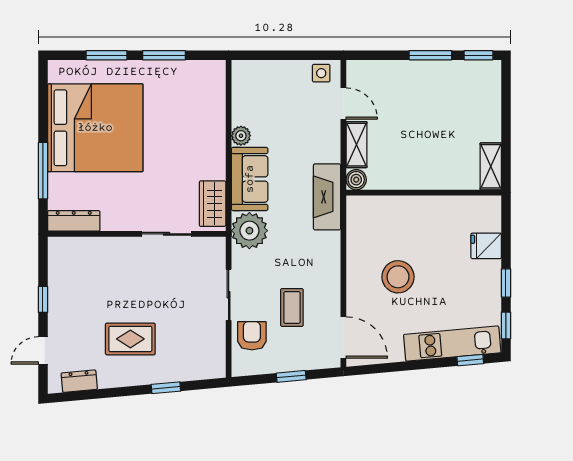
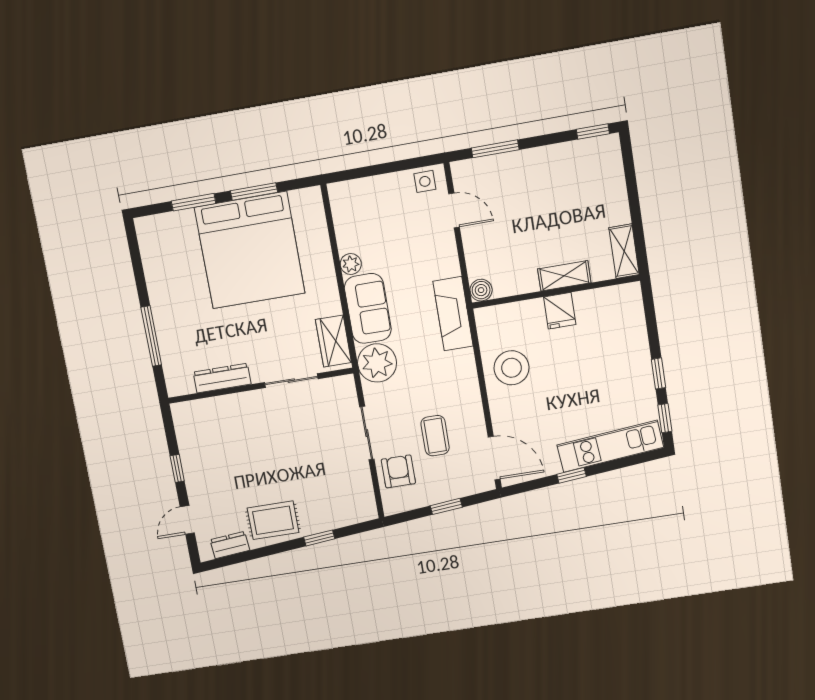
window: (430, 55) -> (495, 149), moved
bed: (95, 128) -> (250, 250), moved, turned 90
shelving: (356, 145) -> (564, 276), moved, turned 90
dresser: (74, 221) -> (222, 378), moved
fridge: (486, 246) -> (560, 311), moved, turned -90
stool: (398, 277) -> (511, 368), moved
rug: (130, 339) -> (273, 520), moved
window: (470, 360) -> (572, 475), moved

